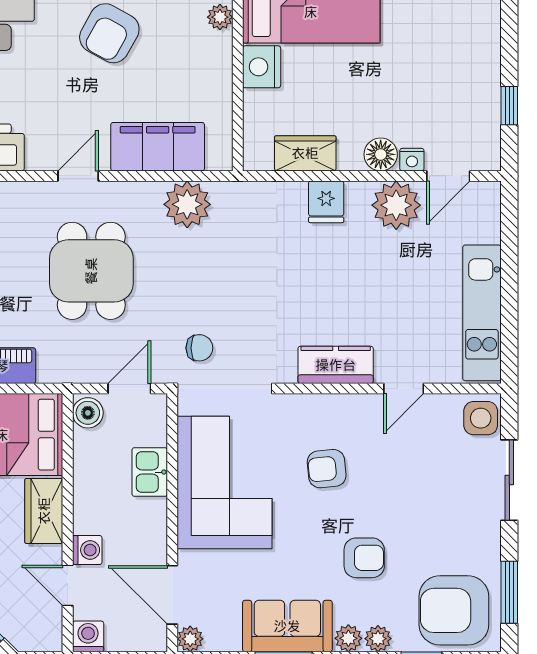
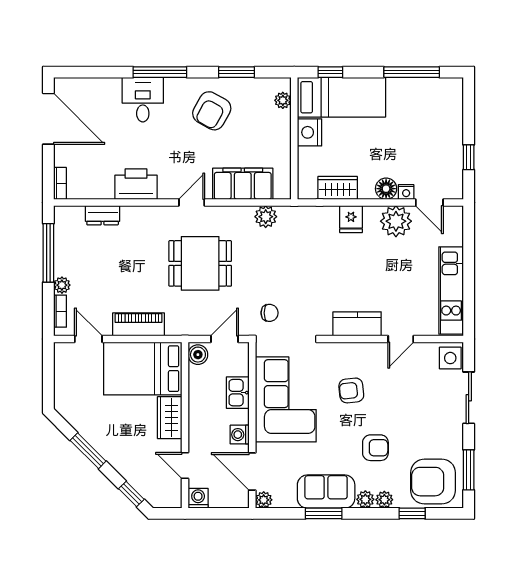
door: (448, 176) -> (429, 202), hinge flipped
plant: (187, 204) -> (266, 217), width x0.73, depth x0.73
dining table: (91, 271) -> (200, 263), turned 90
washing machine: (87, 550) -> (240, 435), moved, turned 180

